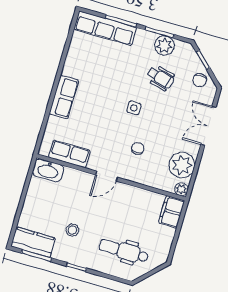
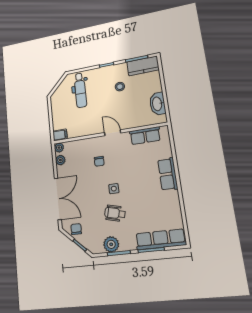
wheelchair: (161, 78) -> (115, 213), moved
double door: (208, 126) -> (58, 199), width x1.37
plant: (182, 165) -> (60, 160), width x0.53, depth x0.53
washbasin: (48, 170) -> (157, 104), moved, turned -90
door: (107, 176) -> (113, 133), hinge flipped
filing cabinet: (172, 212) -> (60, 135), width x0.50
dental chair: (124, 251) -> (80, 90), turned 90

